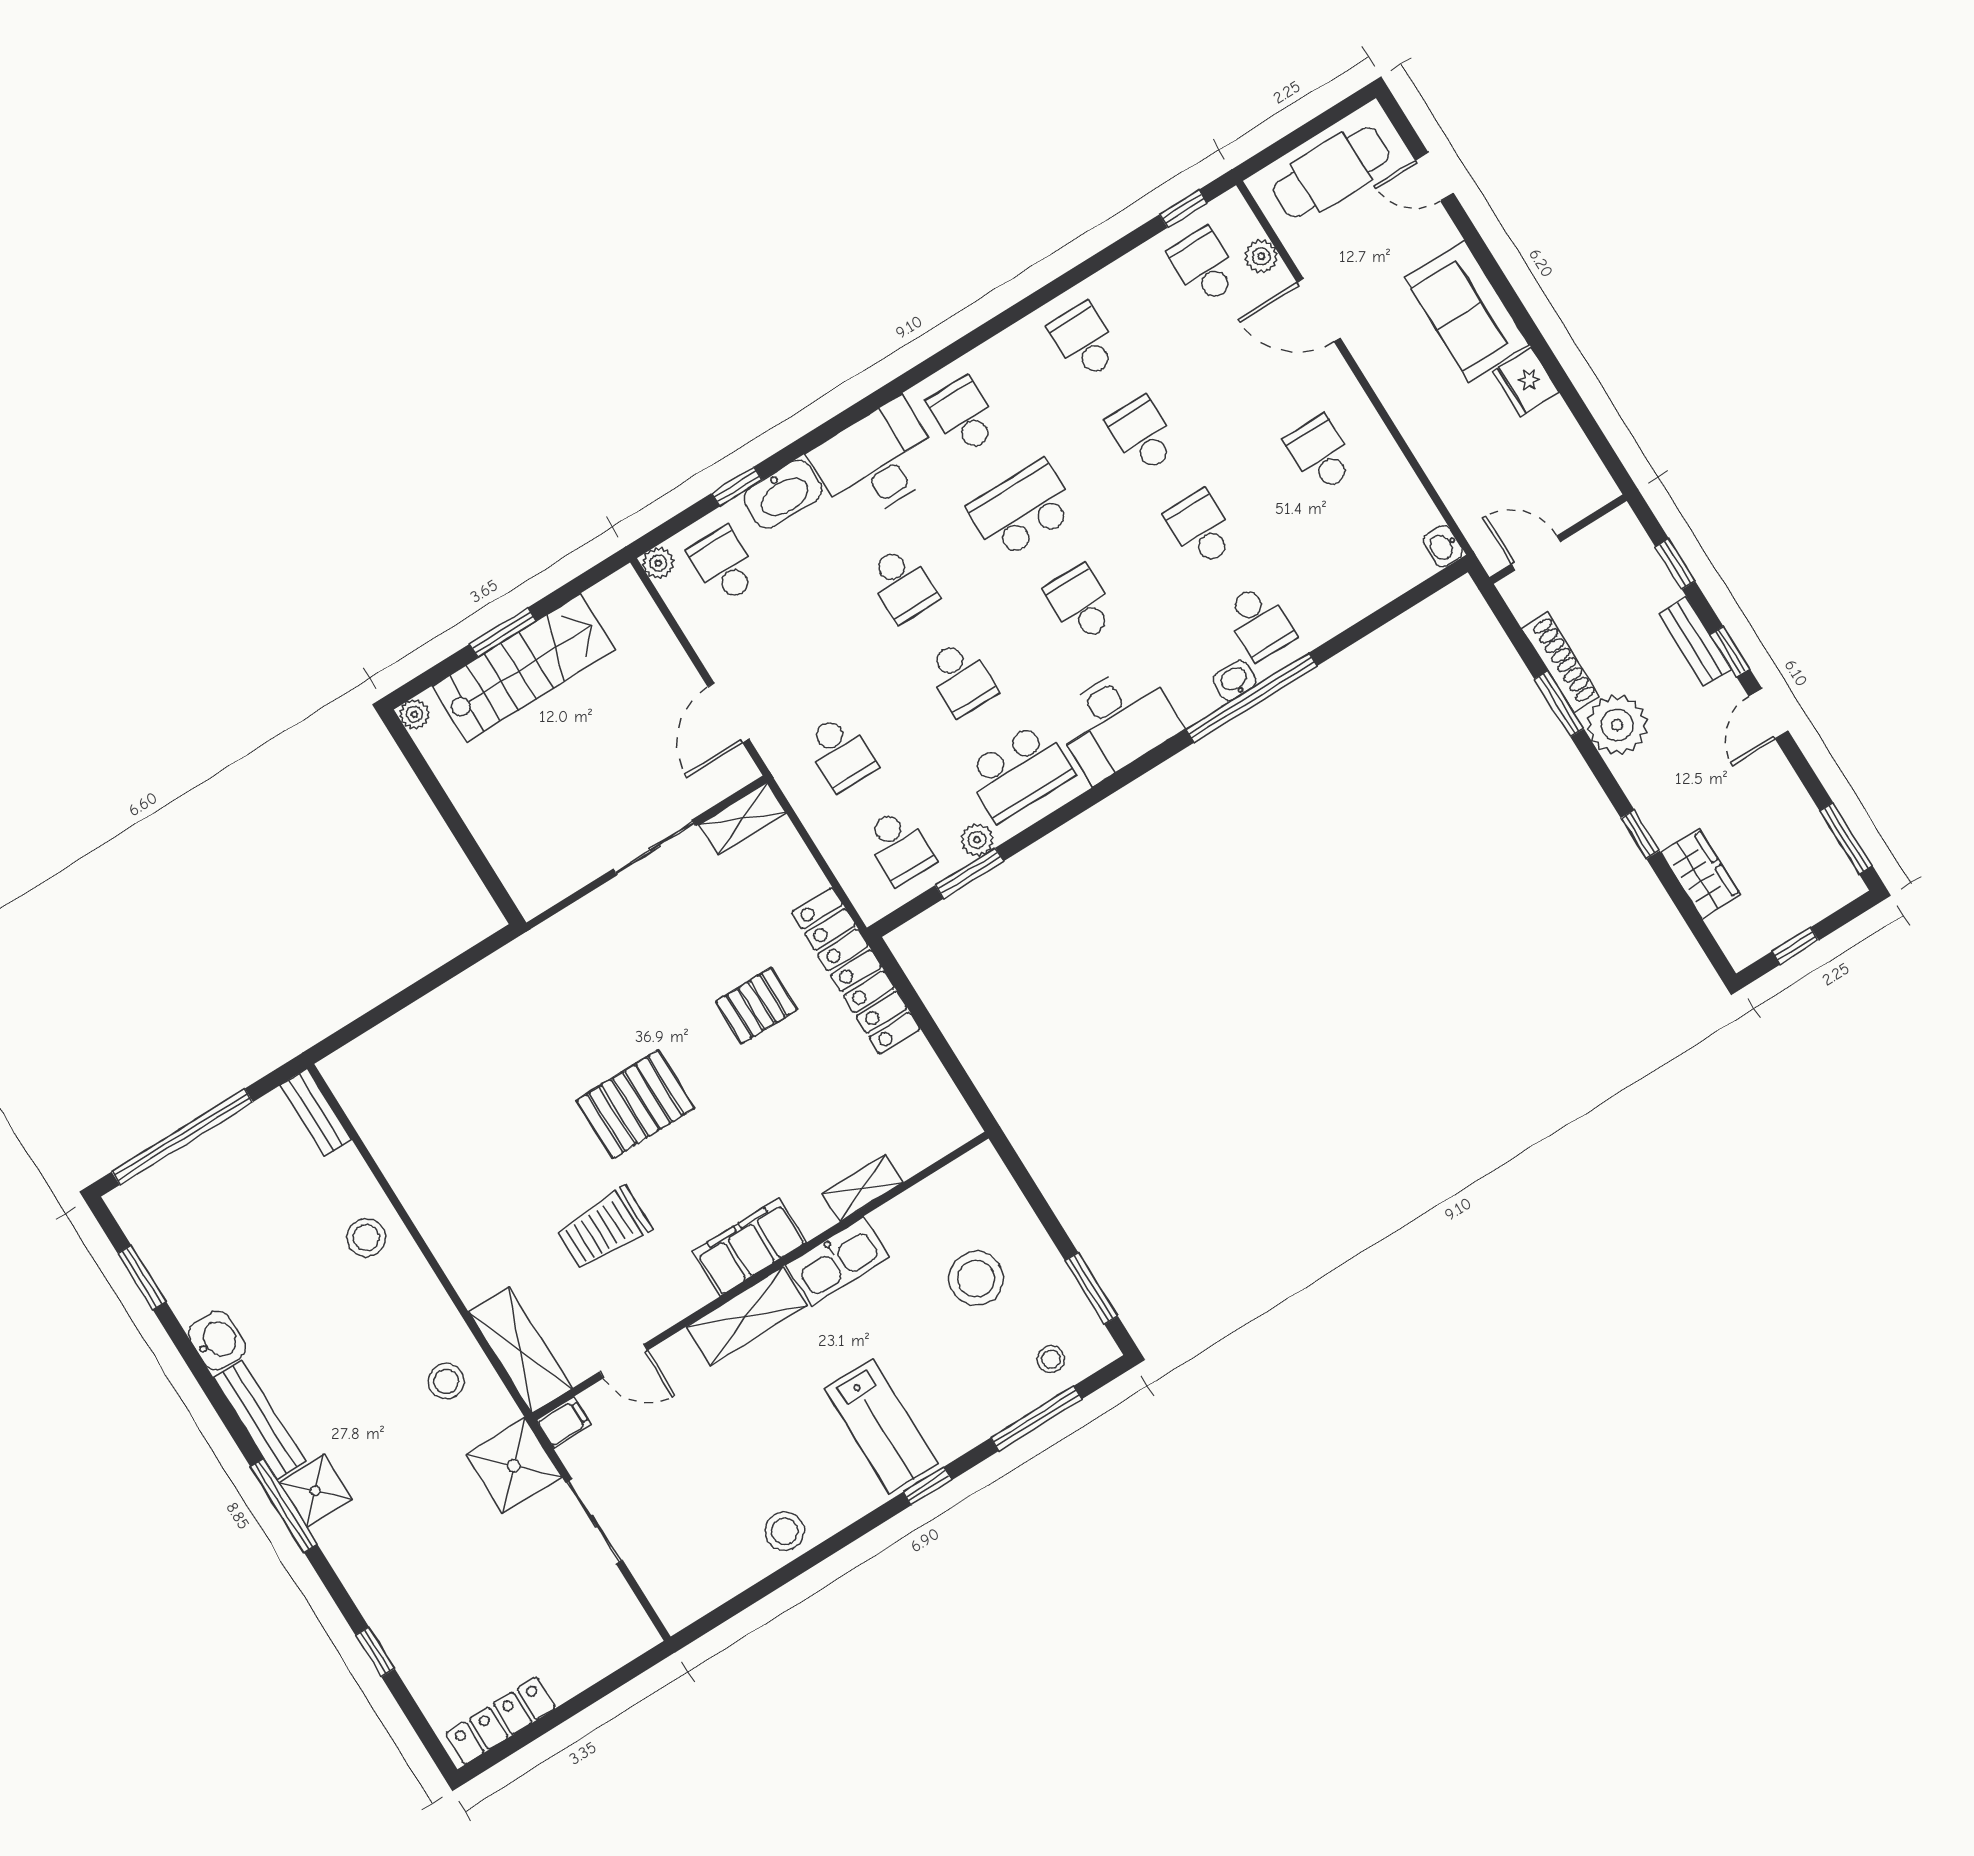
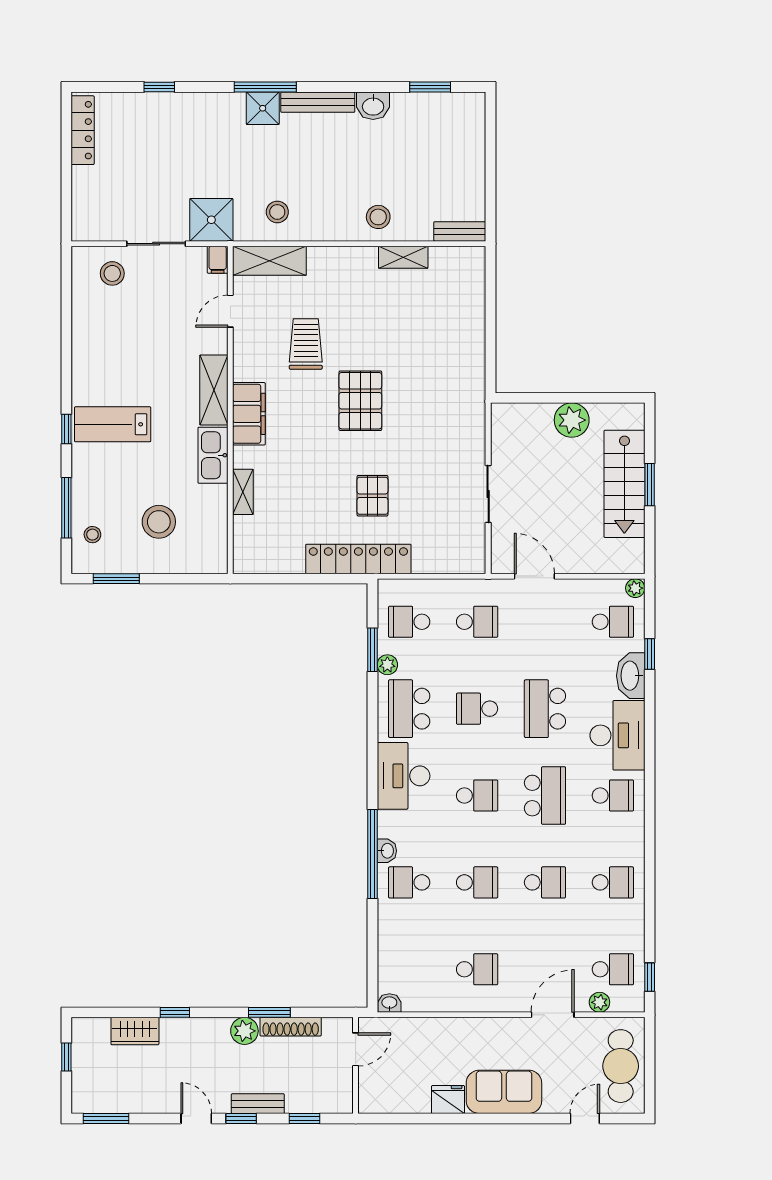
school desk: (902, 584) -> (545, 709), width x1.85
plant: (414, 714) -> (572, 420), moved, width x1.88, depth x1.88
plant: (1617, 725) -> (244, 1031), width x0.73, depth x0.73
school desk: (841, 753) -> (477, 622), turned 180
shelving: (742, 819) -> (403, 257), moved, turned 90
window: (182, 1137) -> (491, 154), removed
stool: (785, 1531) -> (112, 273), moved

